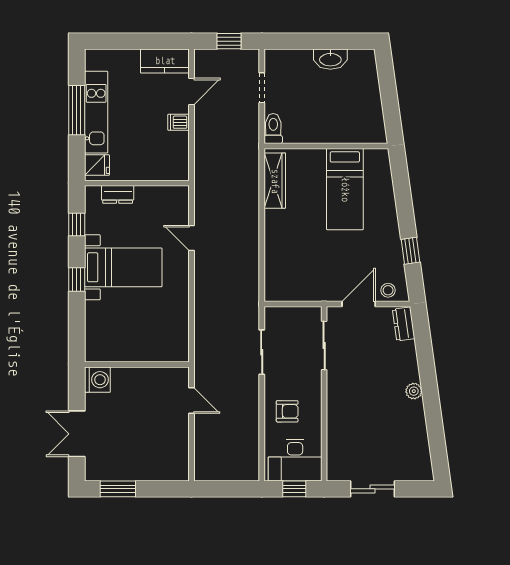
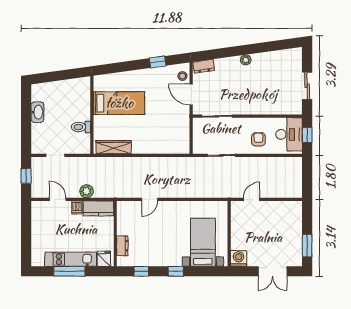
kitchen counter: (165, 61) -> (98, 208), moved, turned 90
toilet: (273, 129) -> (81, 127), moved
plant: (204, 137) -> (87, 191), added
bed with nightstands: (123, 267) -> (203, 242), moved

